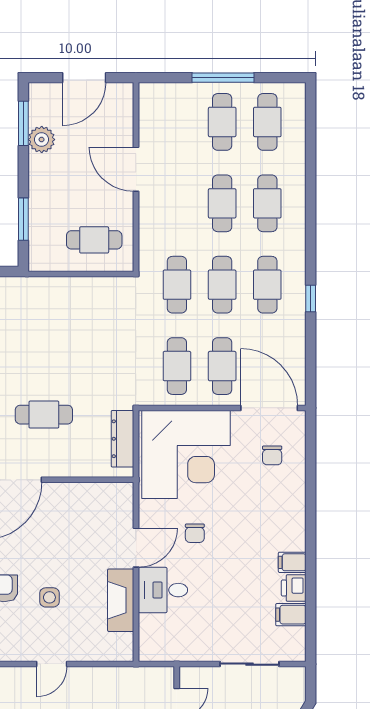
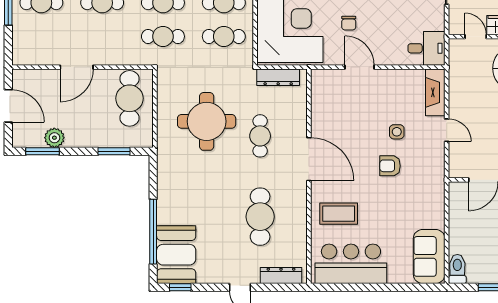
cafe table: (94, 240) -> (130, 98), width x1.37, depth x1.35
round table: (63, 343) -> (207, 121), added
chair: (195, 533) -> (349, 23), turned 90
desk: (163, 590) -> (426, 48), moved, turned -90
fireplace: (121, 600) -> (435, 92), moved, turned 90

